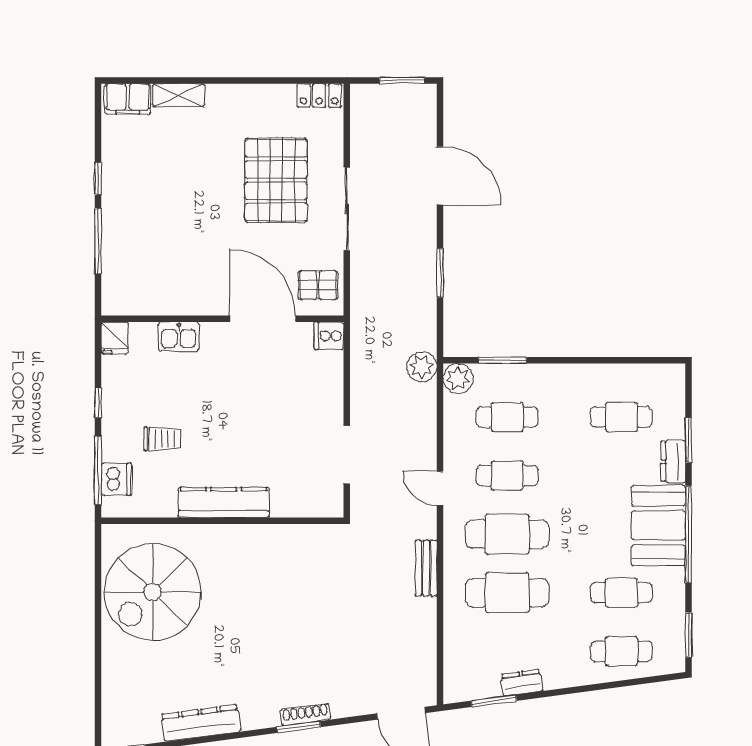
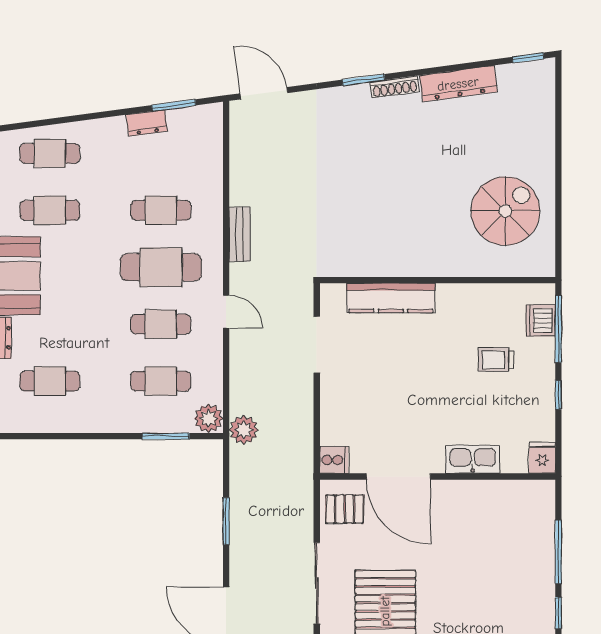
kitchen sink: (179, 336) -> (473, 459), width x1.38
kitchen counter: (224, 503) -> (391, 298), moved
spiral stairs: (153, 592) -> (505, 211), width x0.73, depth x0.73
cafe table: (507, 593) -> (161, 210), width x0.73, depth x0.74
shoe rack: (305, 715) -> (395, 87), moved

